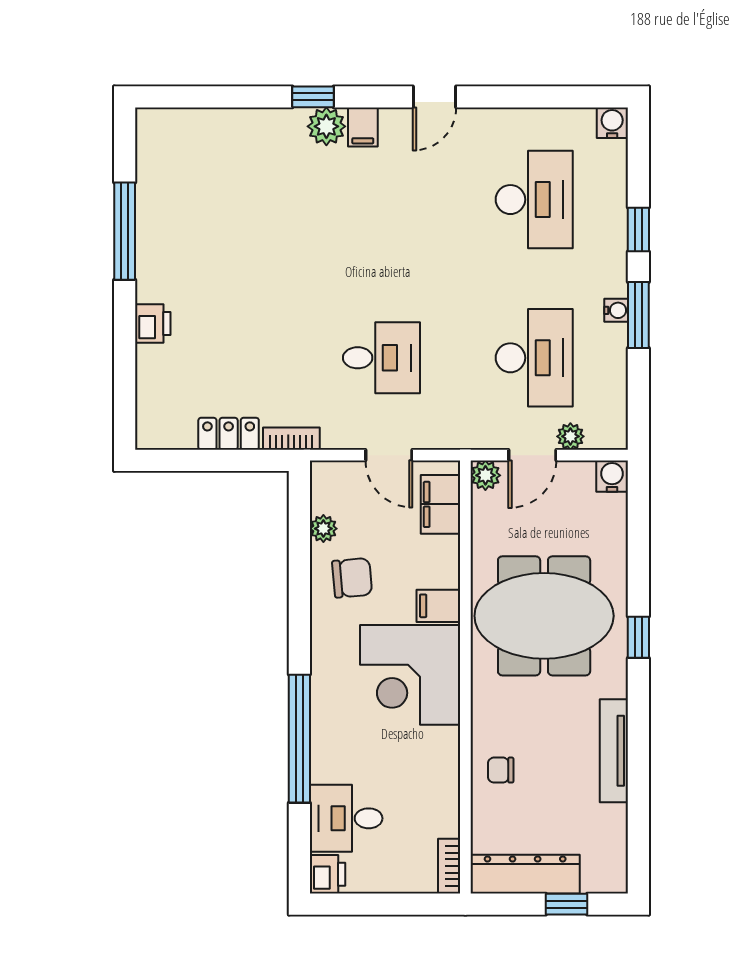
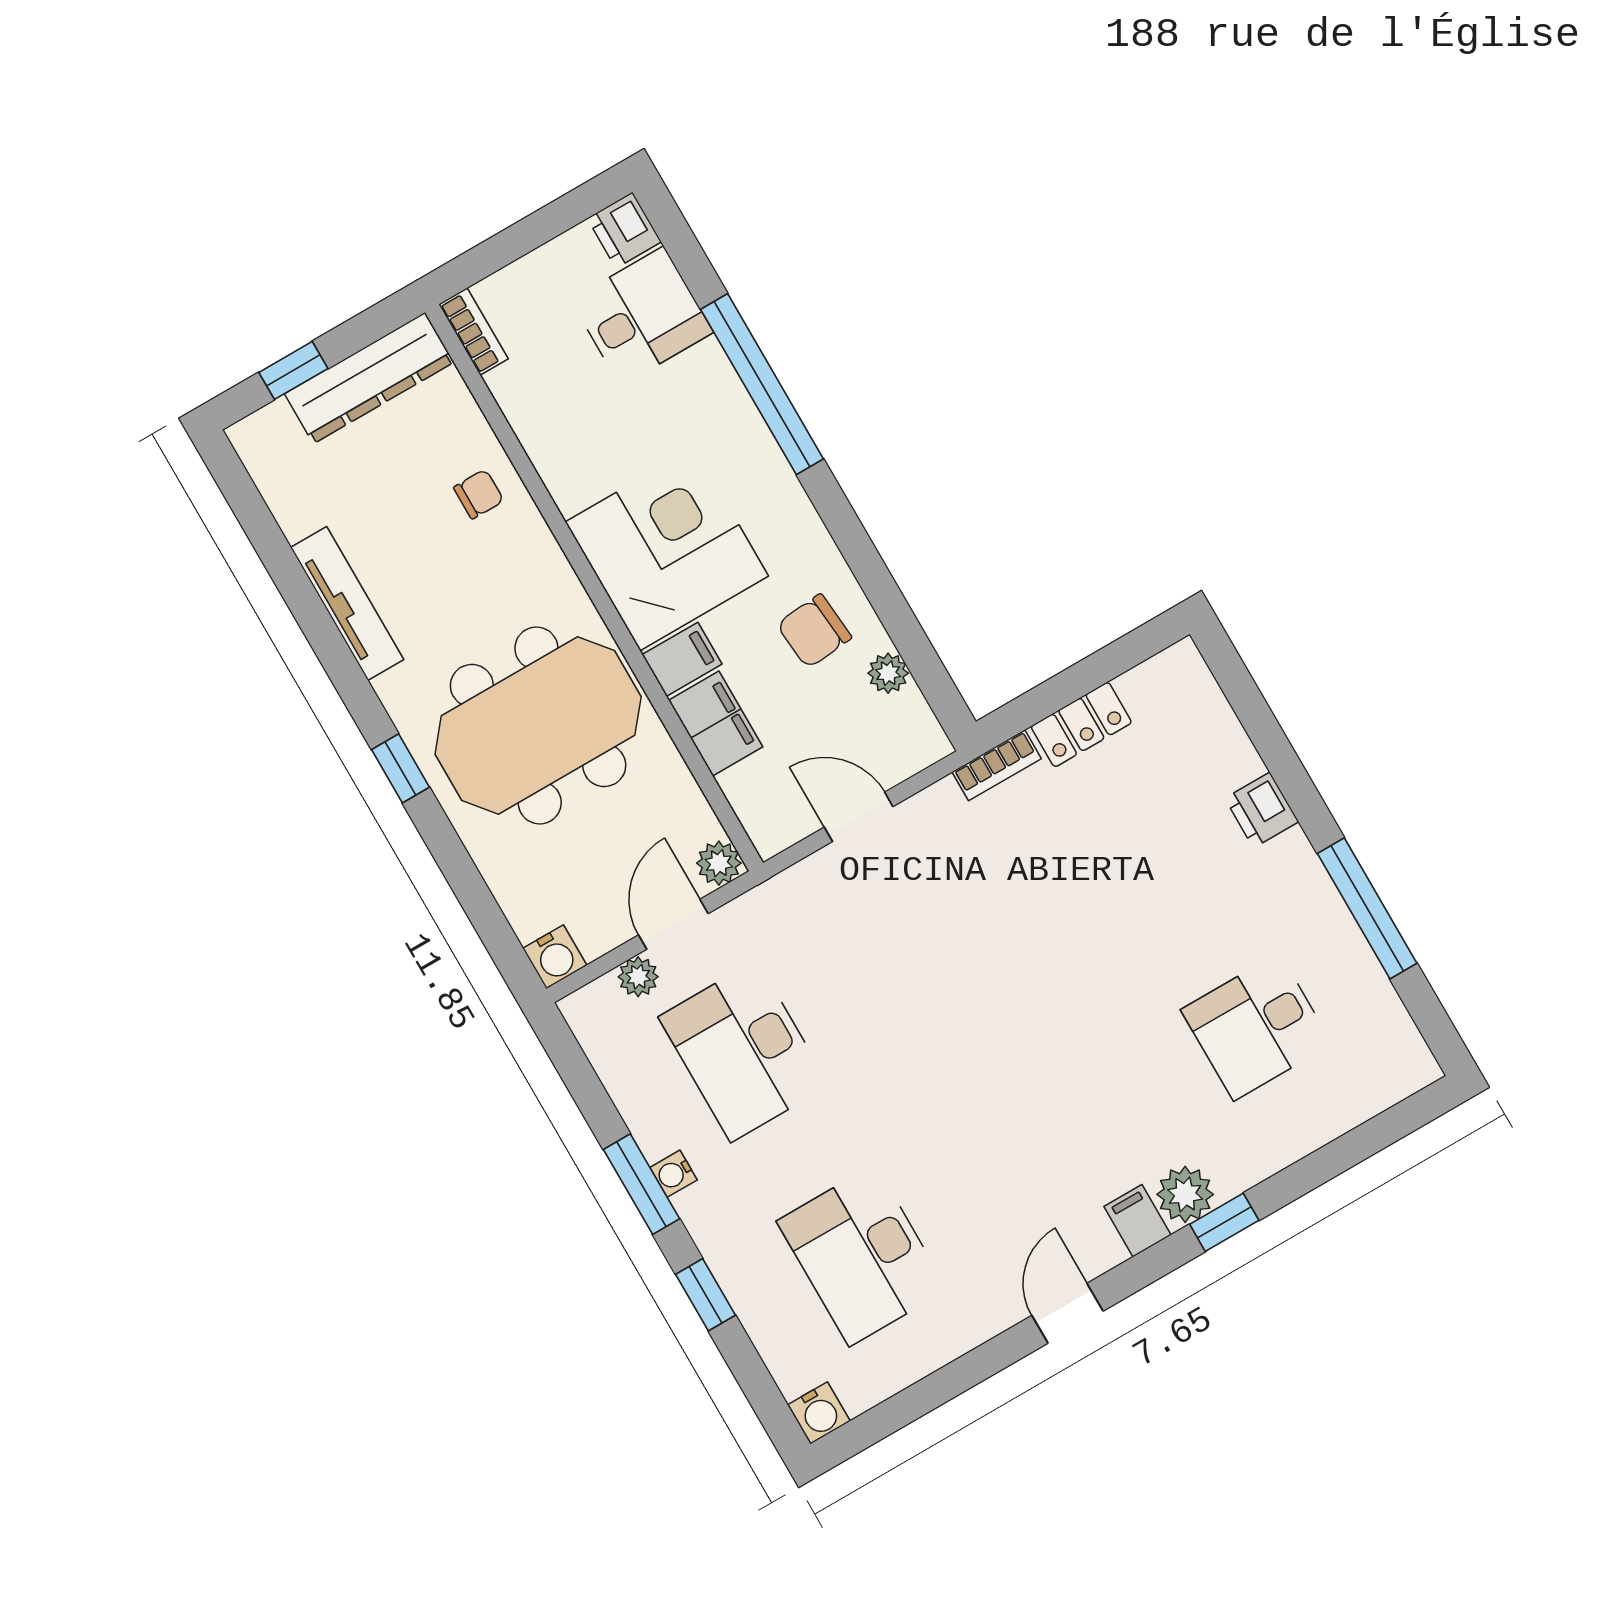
desk: (381, 358) -> (1256, 1027), moved
filing cabinet: (440, 504) -> (716, 724), moved

